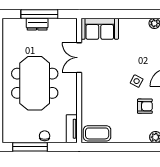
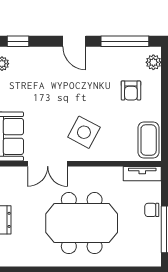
side table: (137, 81) -> (84, 132), moved, width x1.87, depth x1.87
armchair: (145, 106) -> (131, 90), moved, turned 180

